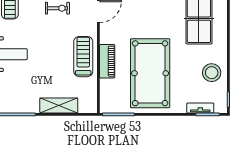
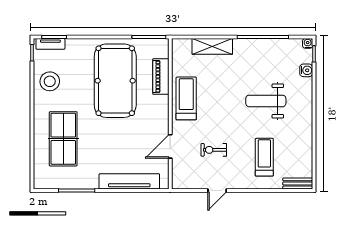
treadmill: (83, 57) -> (186, 98), turned 180
piano: (107, 61) -> (161, 77), moved
tv unit: (200, 108) -> (50, 44), moved

